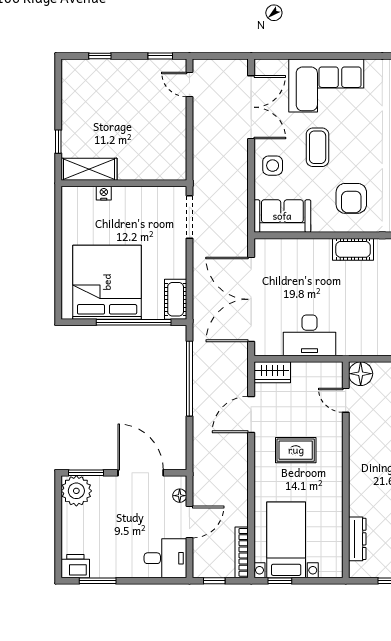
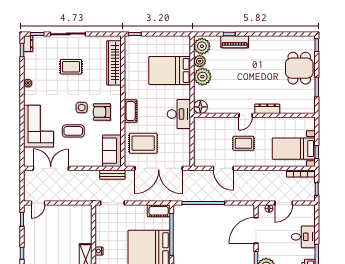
side table: (273, 166) -> (82, 108), moved
armchair: (351, 198) -> (102, 112), turned 180
bench: (240, 217) -> (112, 175), added
rug: (296, 272) -> (143, 143), added
desk: (310, 335) -> (179, 114), moved
wardrobe: (272, 372) -> (200, 156), removed
door: (346, 400) -> (246, 115), moved
rug: (296, 450) -> (243, 143), turned 90
door: (189, 522) -> (284, 203), swing flipped
dresser: (357, 539) -> (267, 109), moved
desk: (165, 558) -> (303, 237), moved, turned 90

